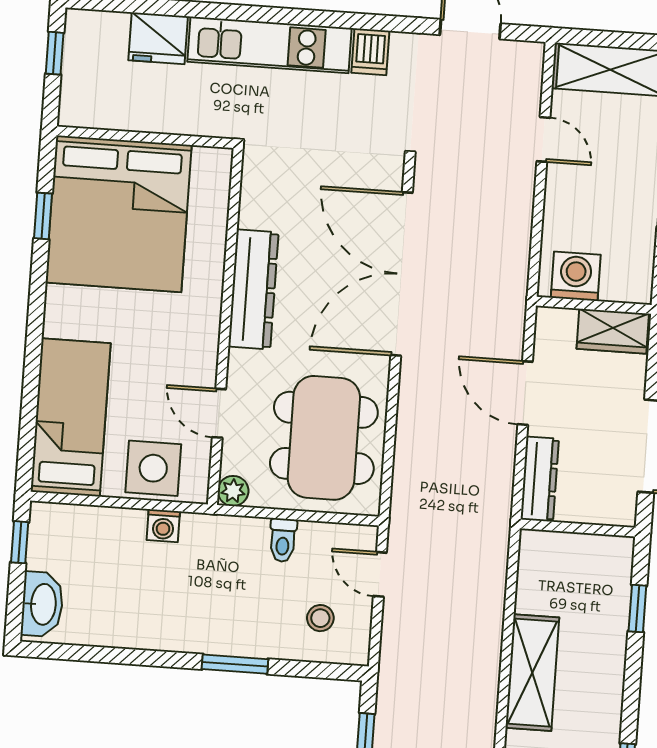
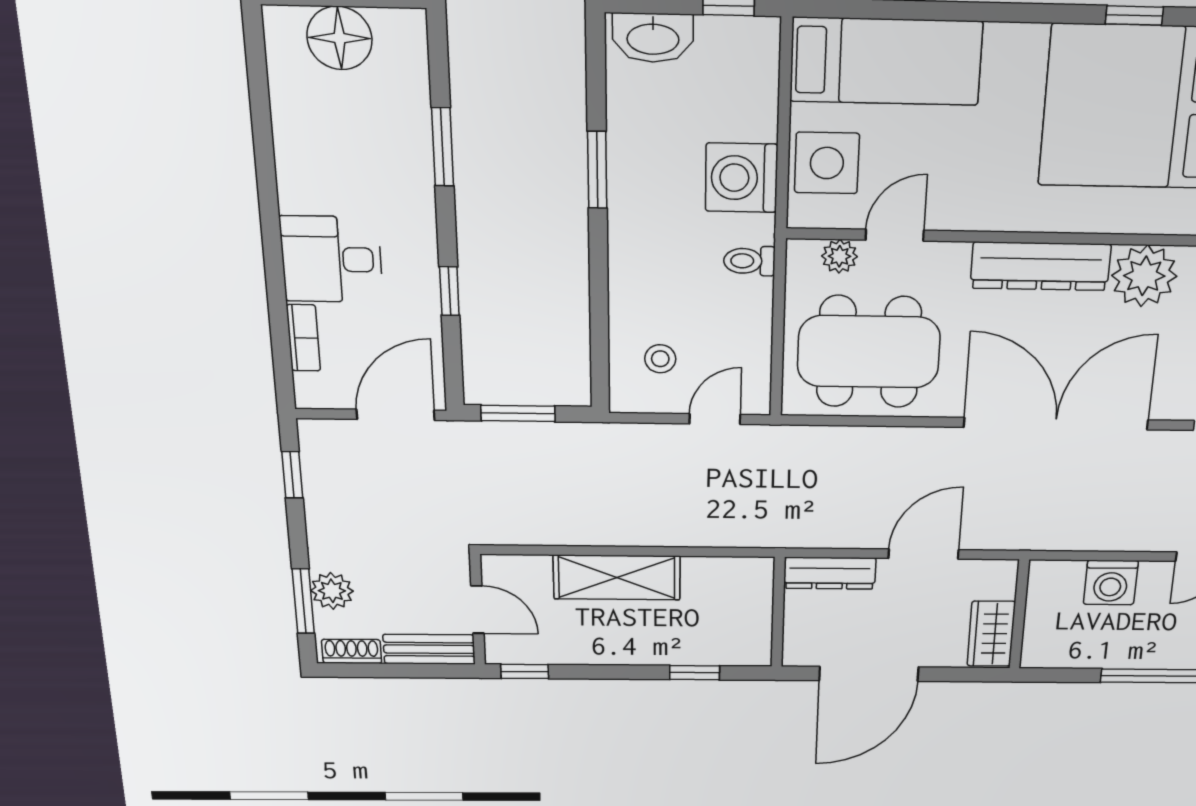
plant: (267, 200) -> (1144, 276), added
washing machine: (576, 276) -> (1111, 583), moved, turned 90
plant: (233, 491) -> (840, 256), moved
washing machine: (163, 526) -> (741, 178), width x1.89, depth x1.89
toilet: (283, 540) -> (749, 261), moved
window: (235, 664) -> (597, 170), moved

